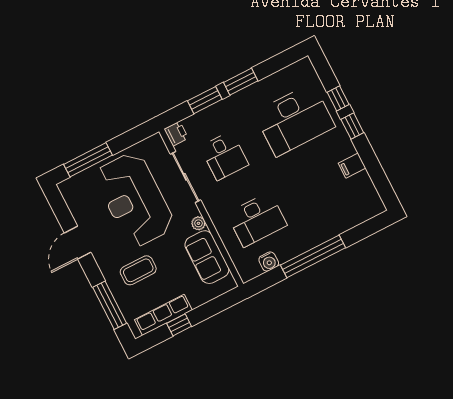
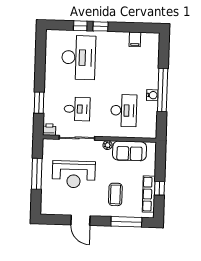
window: (241, 82) -> (40, 76), removed
window: (88, 160) -> (37, 174), moved
filing cabinet: (352, 166) -> (135, 39), moved
reception desk: (134, 200) -> (74, 174), width x0.74, depth x0.77
water cooler: (269, 262) -> (152, 95), moved

